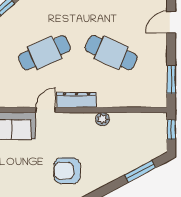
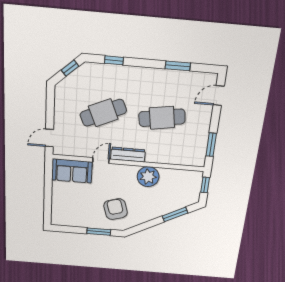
cafe table: (111, 53) -> (162, 118), turned -33
plant: (103, 119) -> (148, 177), width x1.87, depth x1.87
armchair: (67, 171) -> (116, 209), turned 73

